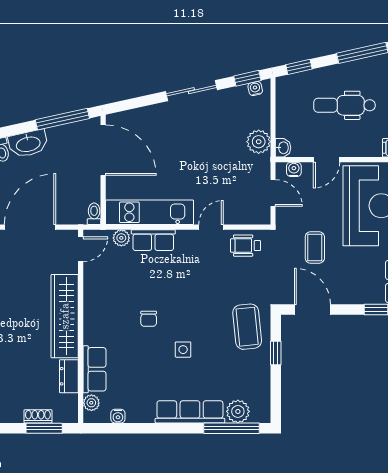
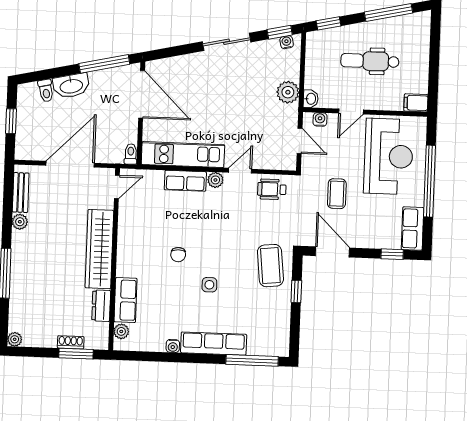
plant: (121, 238) -> (215, 180), moved
plant: (238, 411) -> (259, 345), removed
water cooler: (118, 416) -> (173, 346), moved

